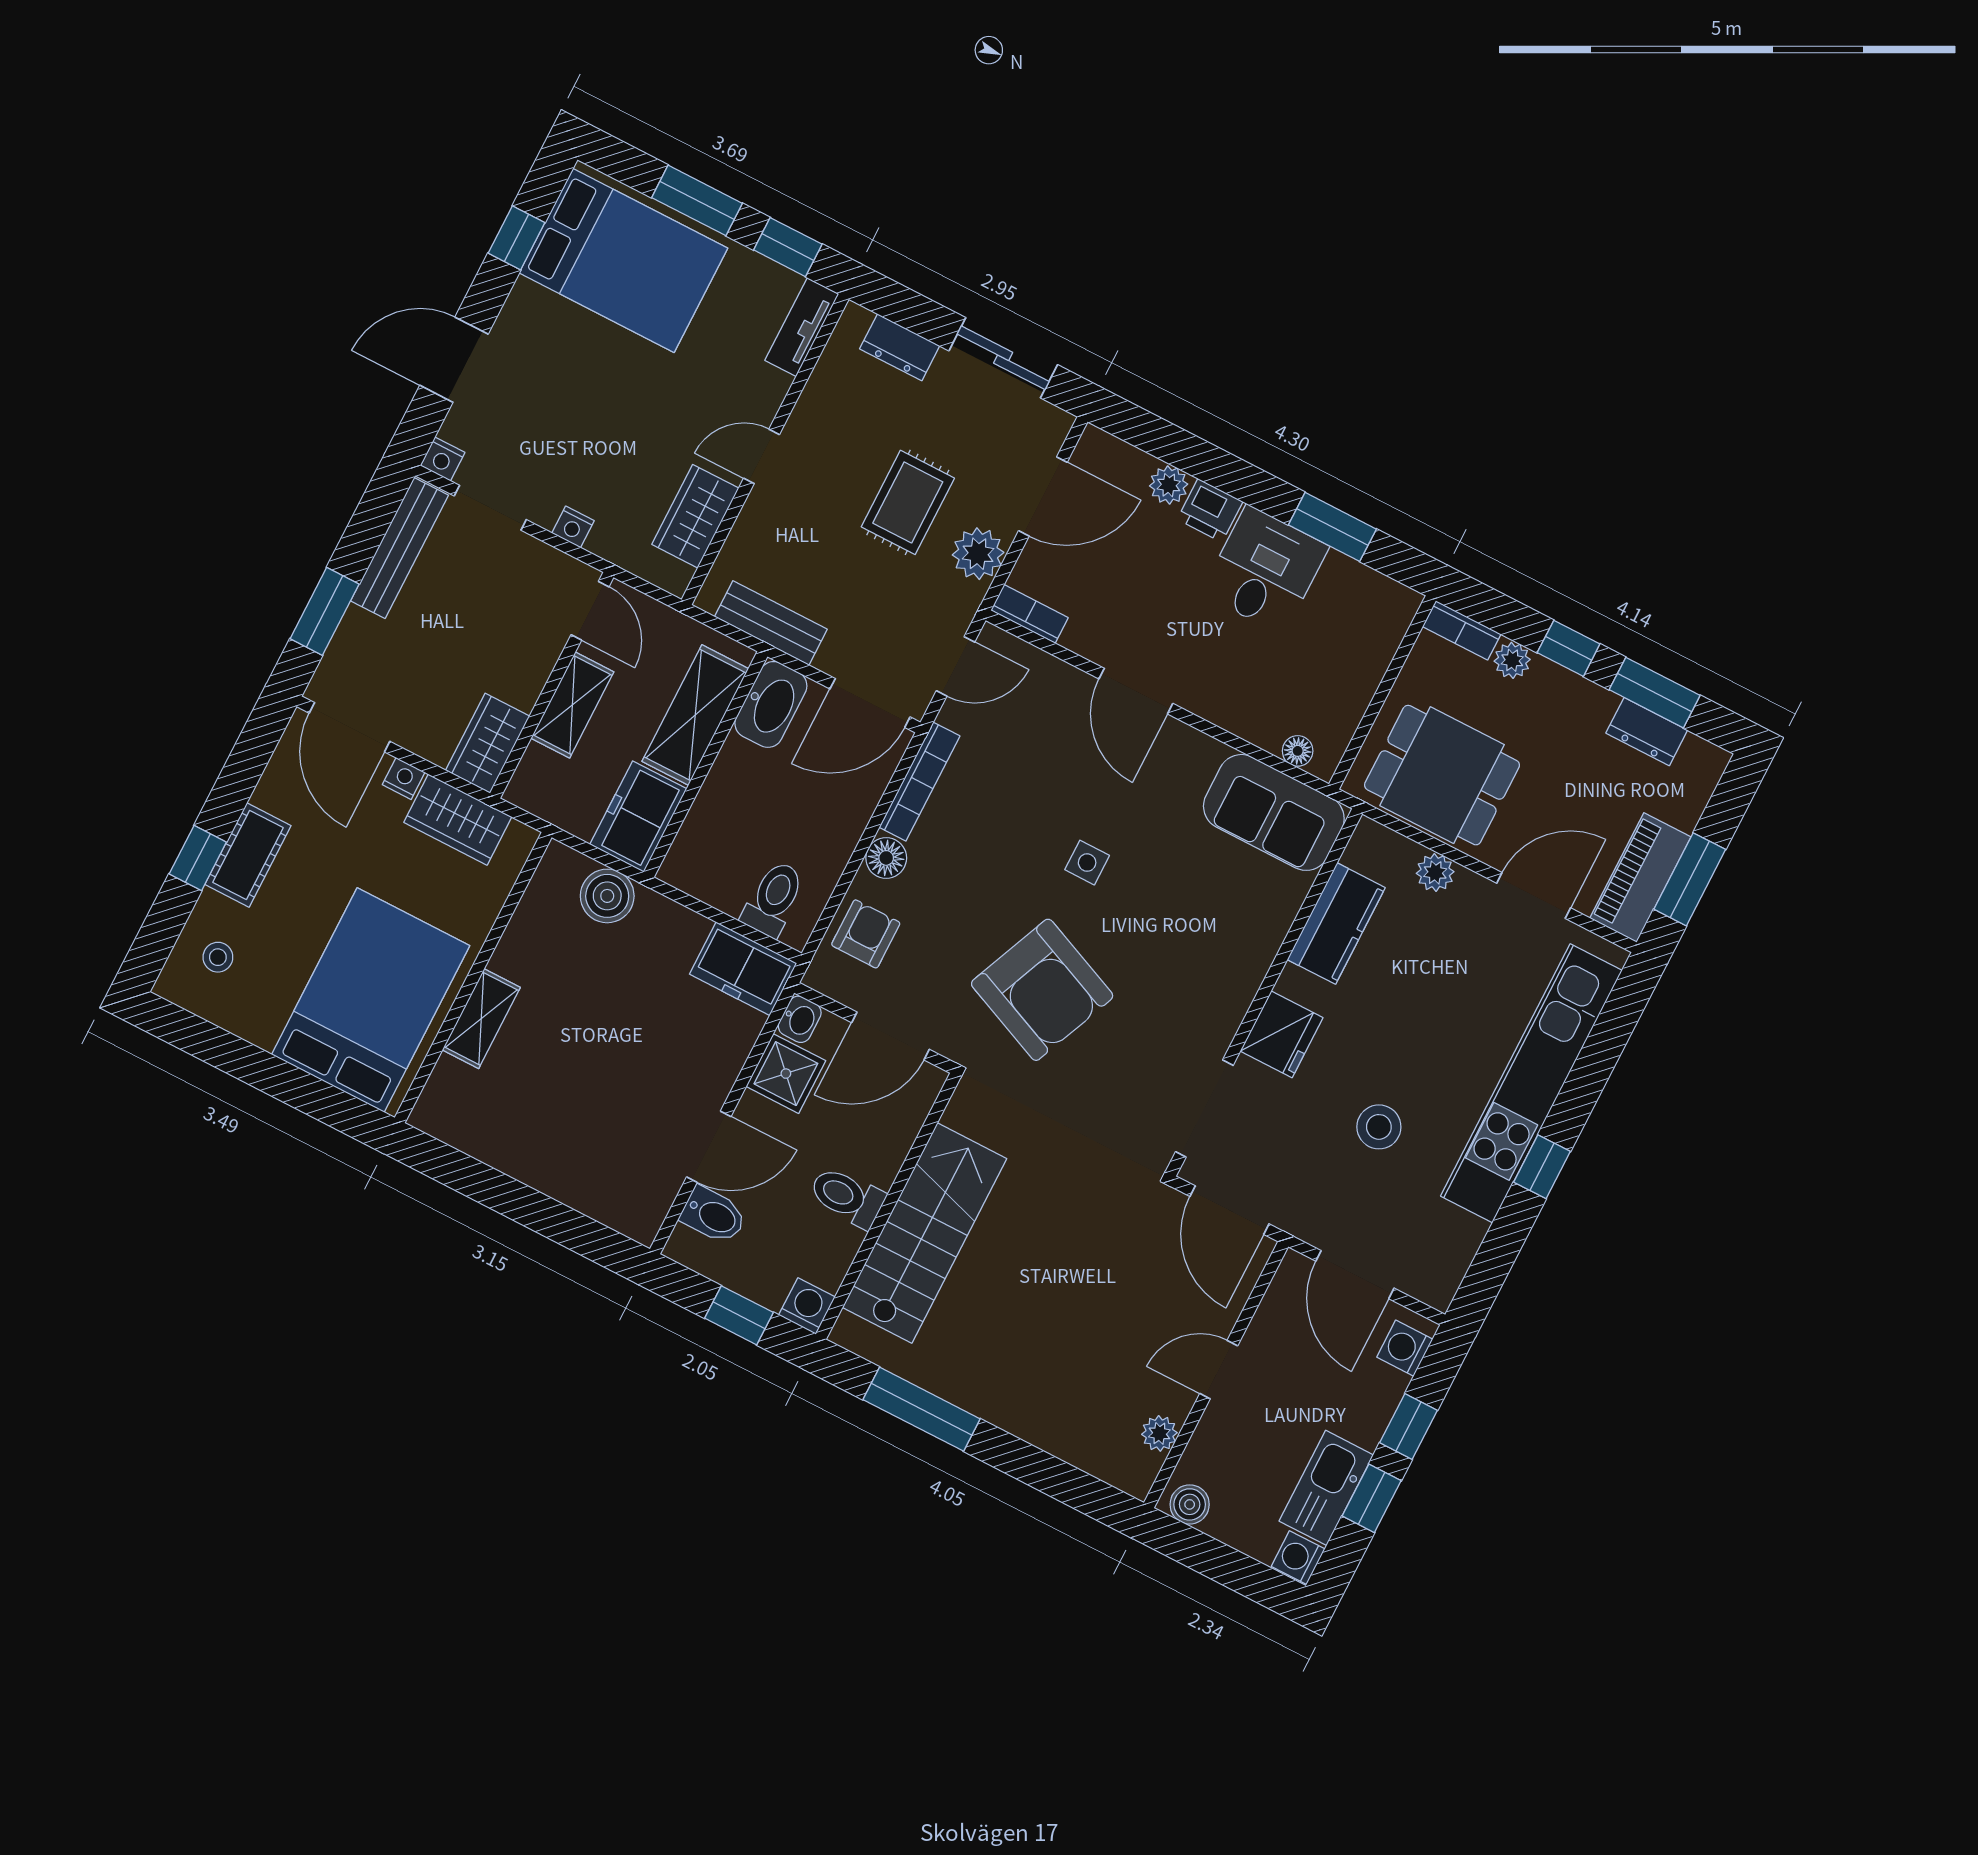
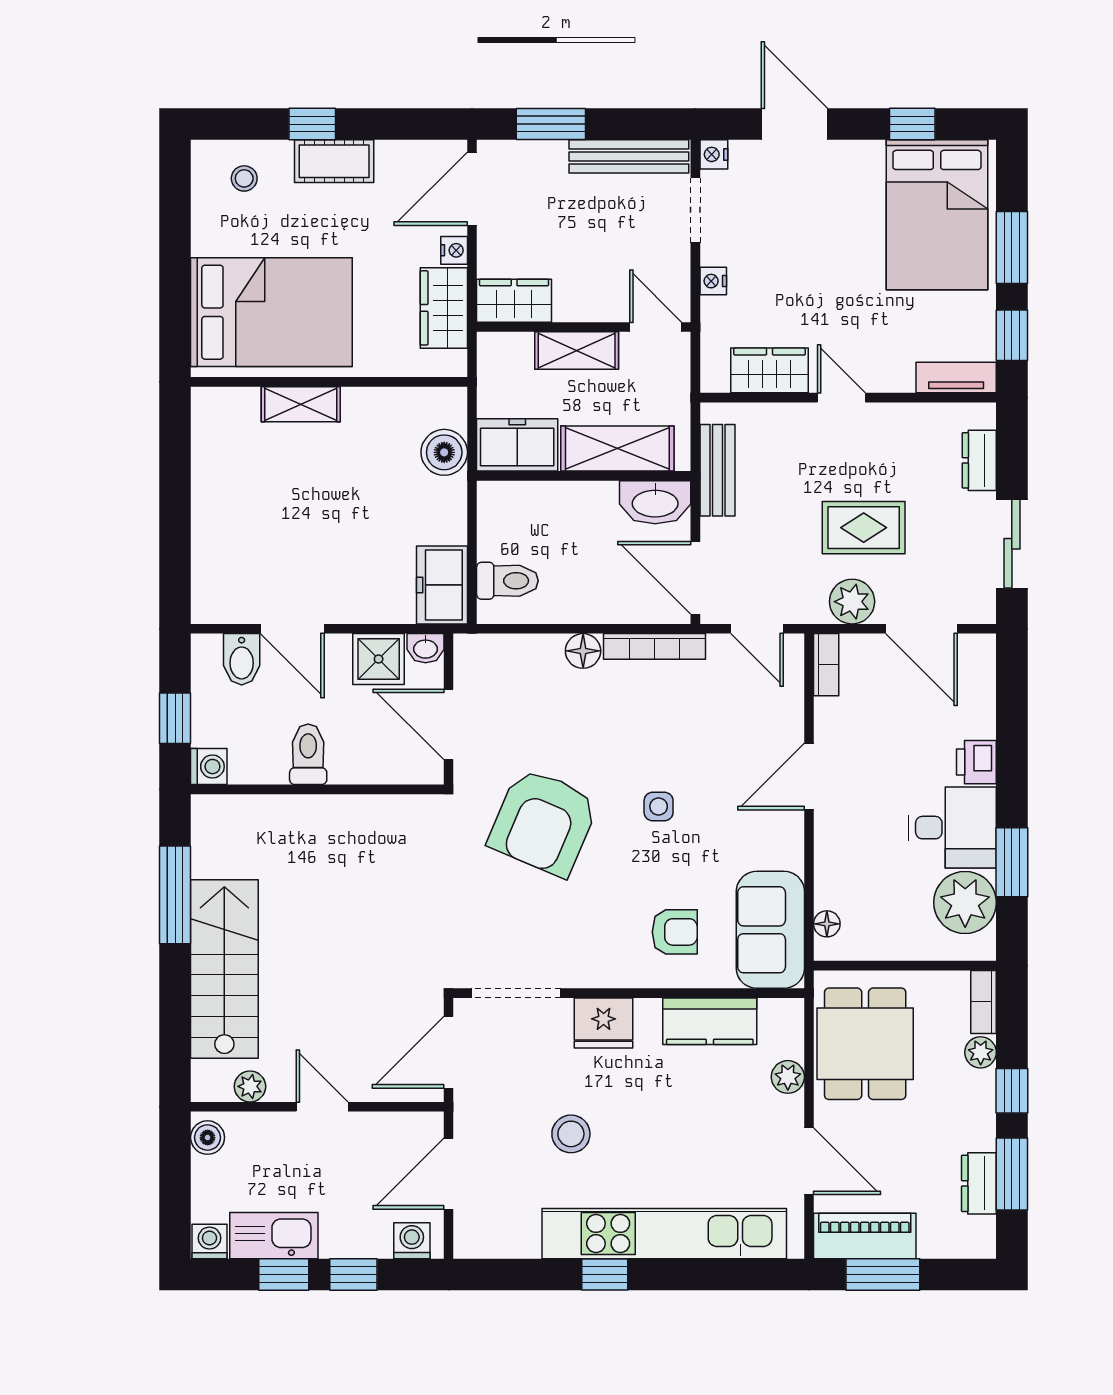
plant: (1169, 485) -> (965, 902), moved, width x1.88, depth x1.88
door: (590, 611) -> (656, 327), swing flipped
armchair: (866, 934) -> (675, 932), moved
stairs: (924, 1233) -> (224, 969), moved, turned -90

